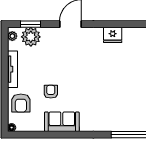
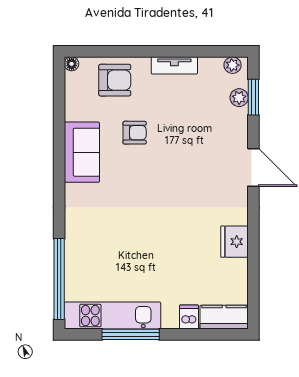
plant: (31, 37) -> (239, 98), width x0.53, depth x0.53
tv unit: (13, 69) -> (174, 65), width x0.71
armchair: (21, 103) -> (115, 80), turned 180

